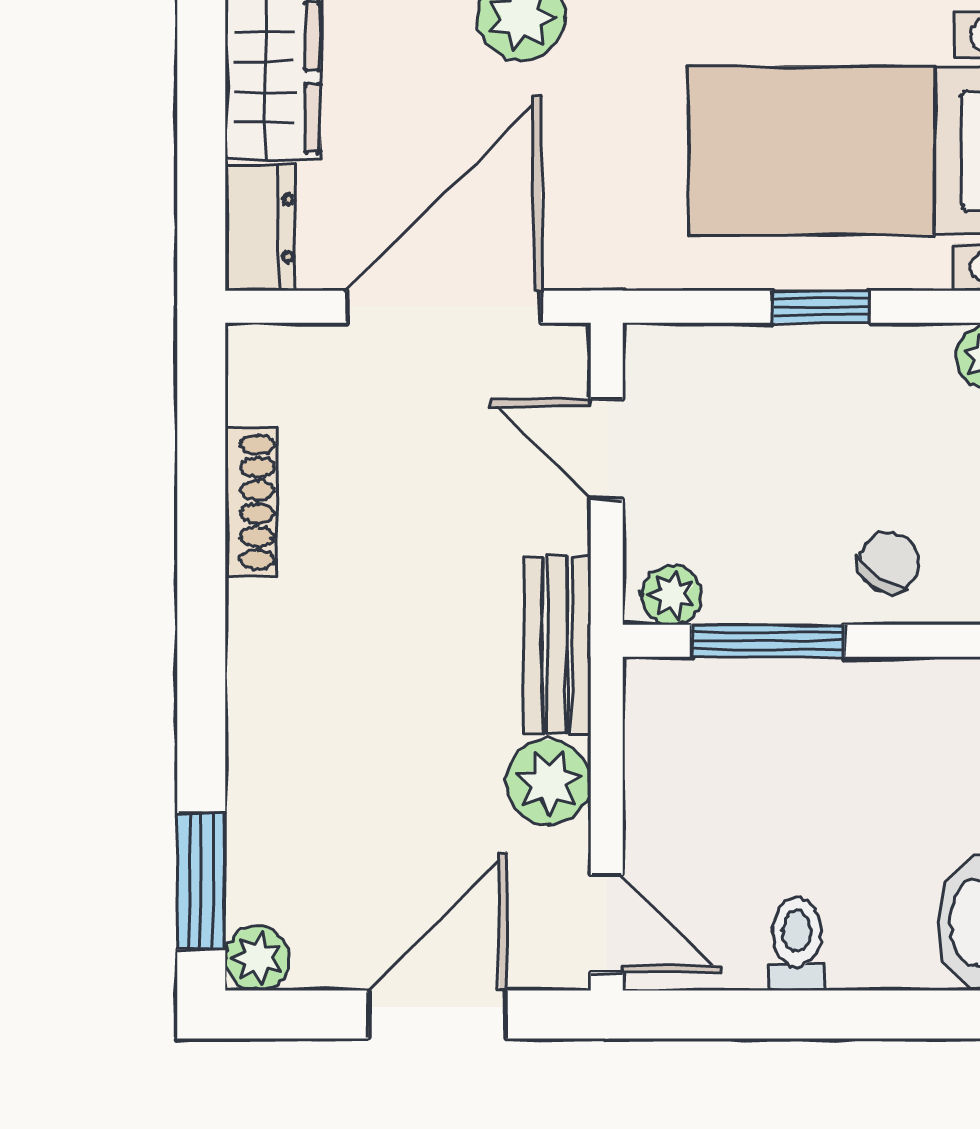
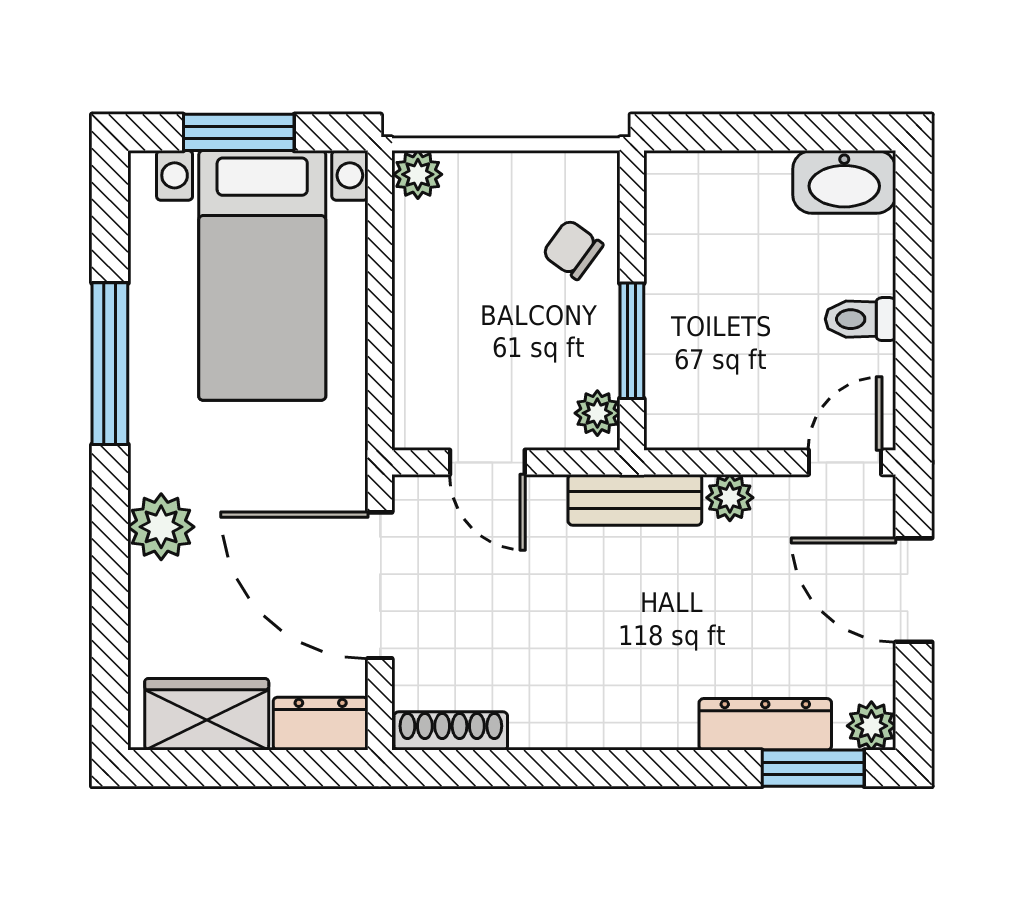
window: (821, 307) -> (380, 301), removed
door: (607, 449) -> (487, 462), hinge flipped
shoe rack: (251, 502) -> (451, 731), moved
plant: (548, 782) -> (730, 498), width x0.73, depth x0.73
dresser: (259, 818) -> (765, 724), added

